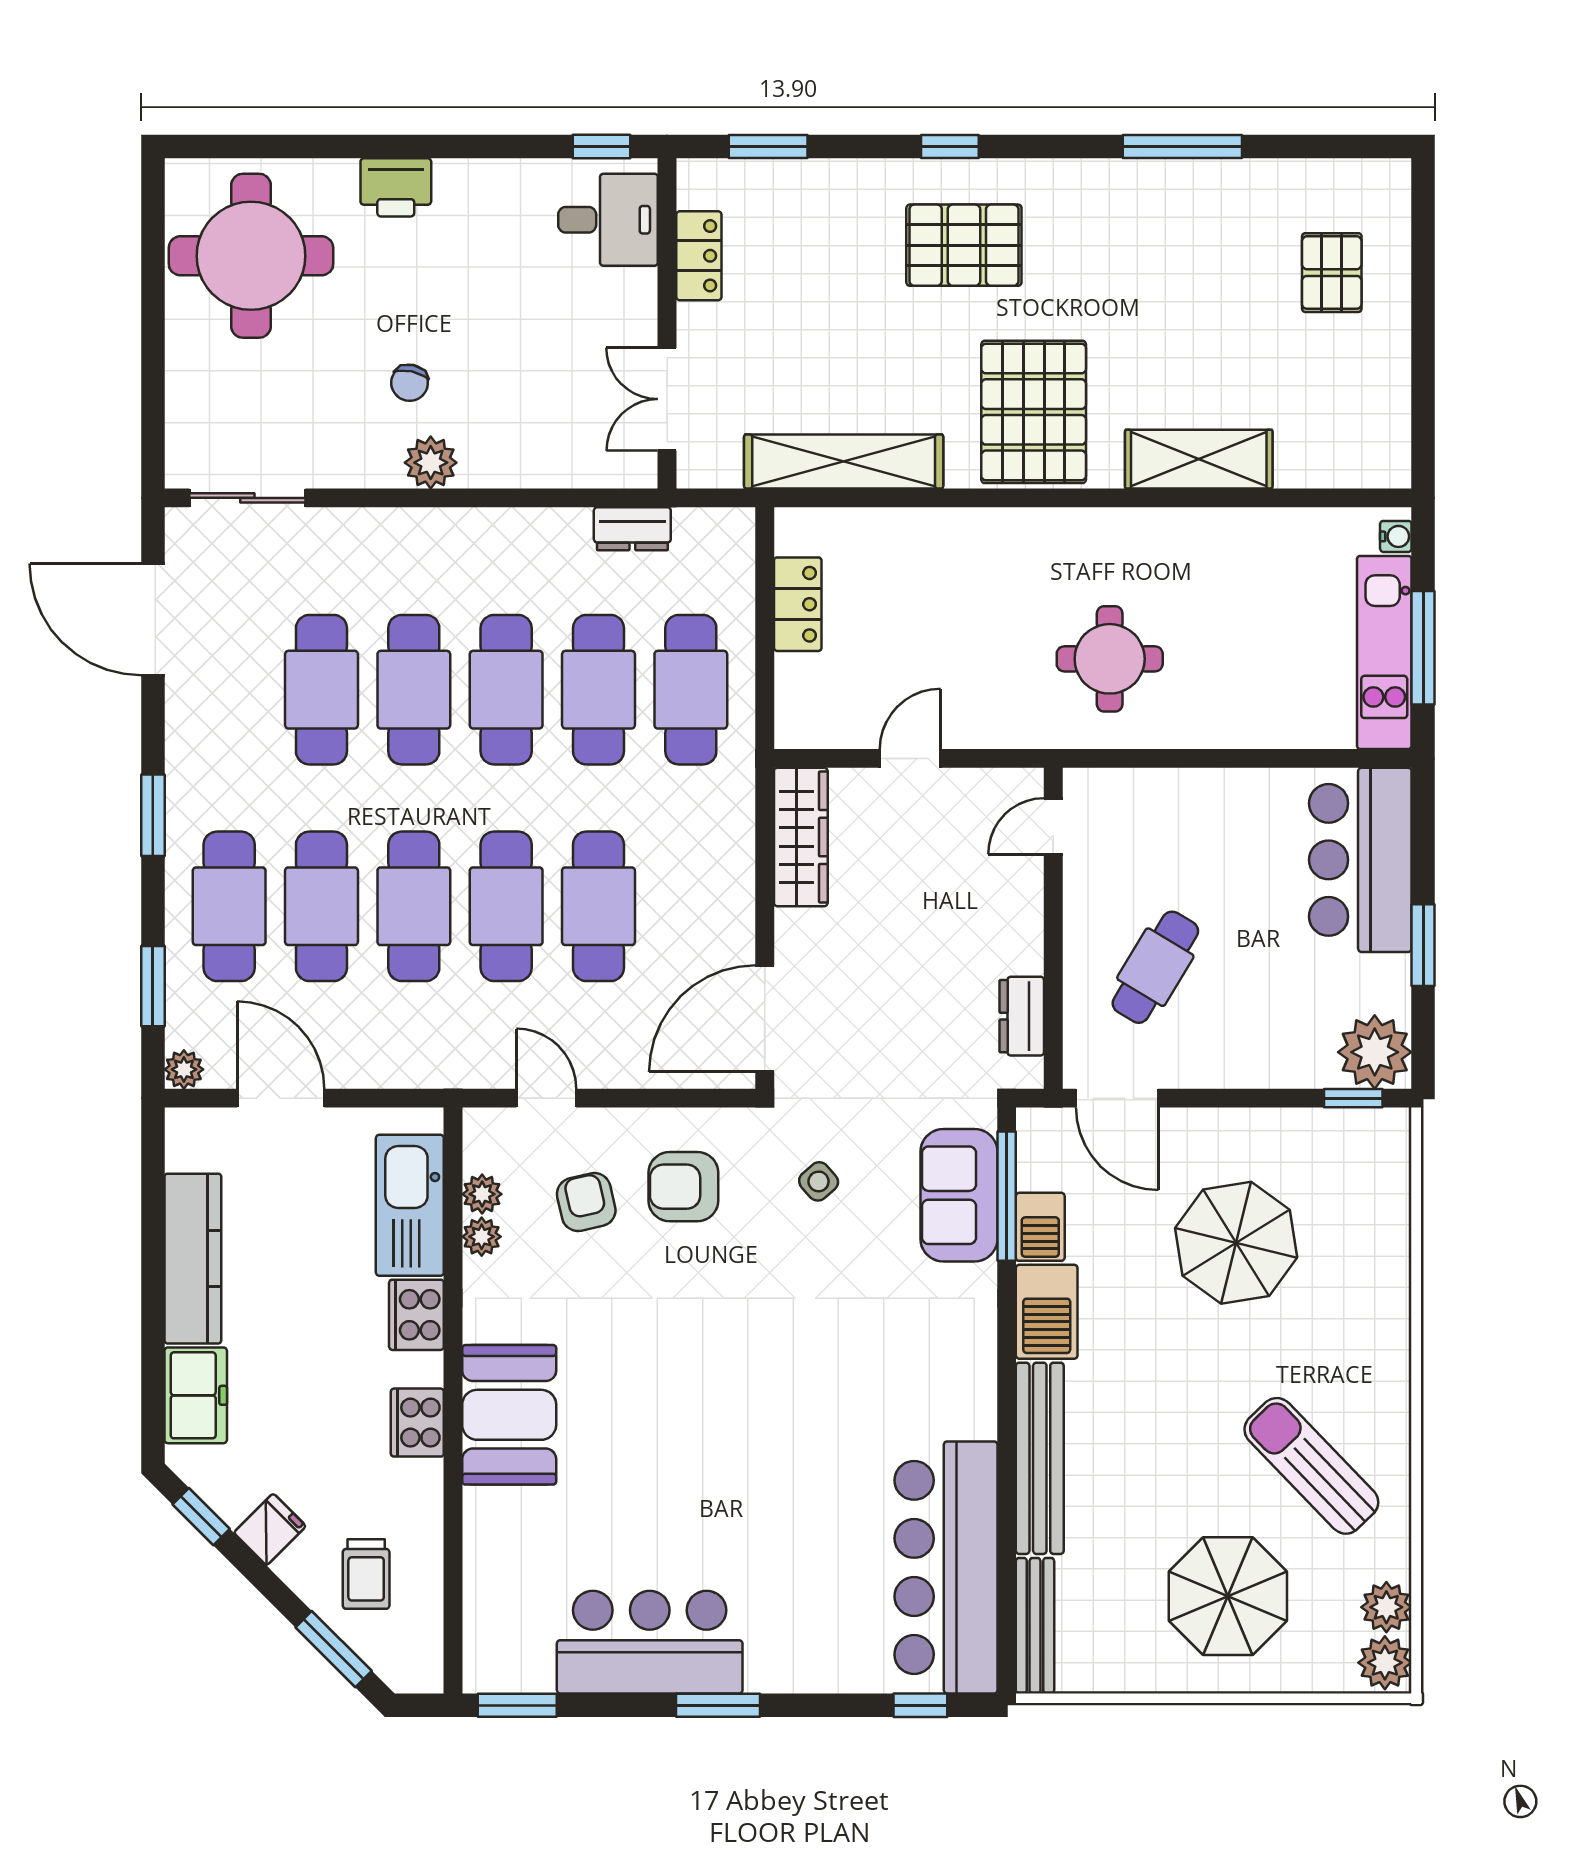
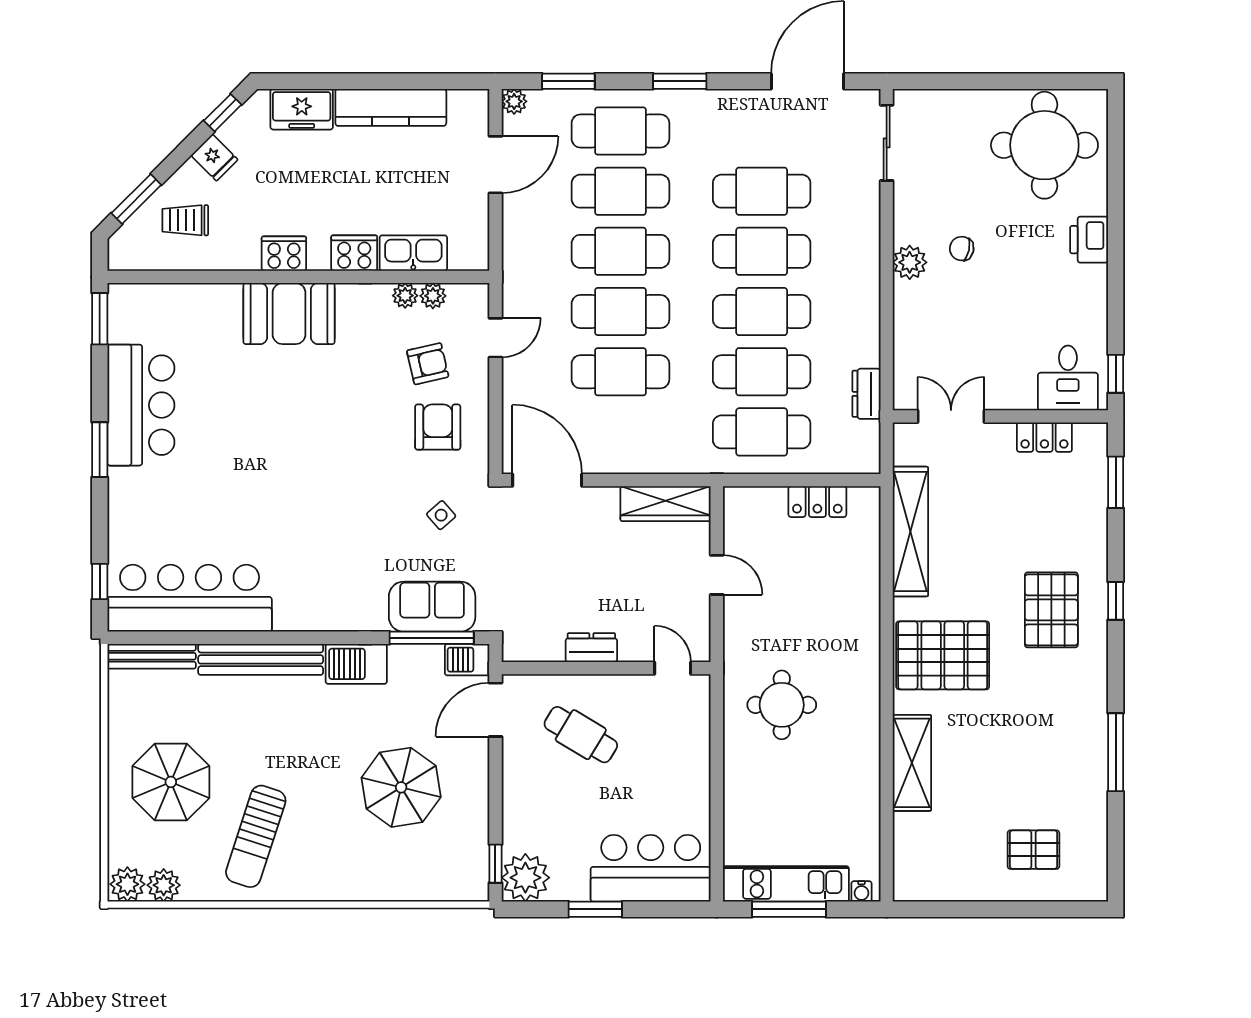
dresser: (1022, 1016) -> (591, 648), moved
kitchen sink: (410, 1205) -> (413, 253), width x0.73, depth x0.81
barbecue: (1040, 1227) -> (467, 660), moved
sun lounger: (1311, 1466) -> (256, 836), turned 152

